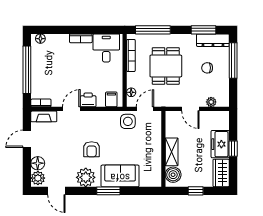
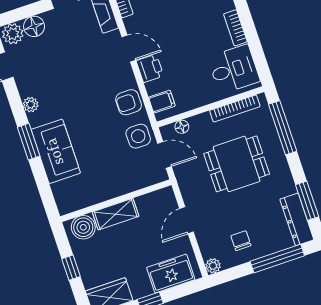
chair: (207, 68) -> (241, 241), moved
plant: (211, 102) -> (213, 266), moved
freezer: (220, 144) -> (171, 274), moved
armchair: (92, 149) -> (129, 102), moved
plant: (86, 177) -> (31, 105), width x0.53, depth x0.53

